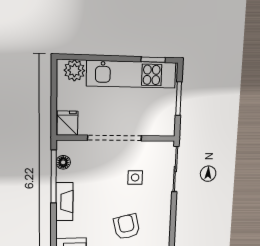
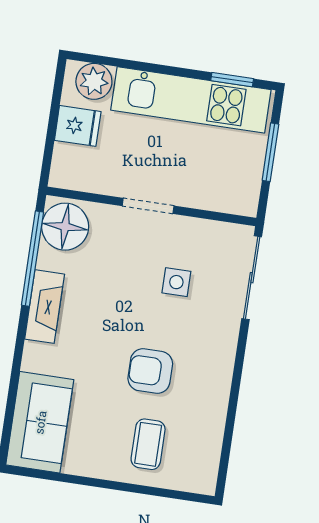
fridge: (67, 123) -> (78, 126), moved, turned 90
doorway: (115, 138) -> (148, 206), width x0.53
floor lamp: (63, 162) -> (65, 227), width x1.89, depth x1.89
armchair: (127, 227) -> (150, 371), turned -77

